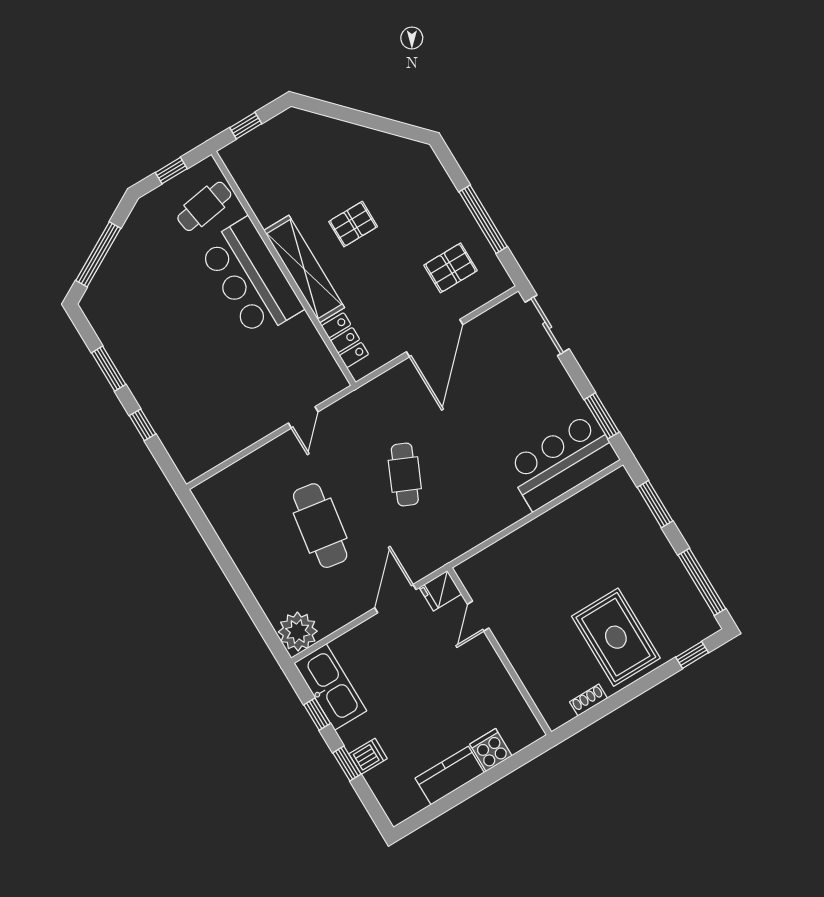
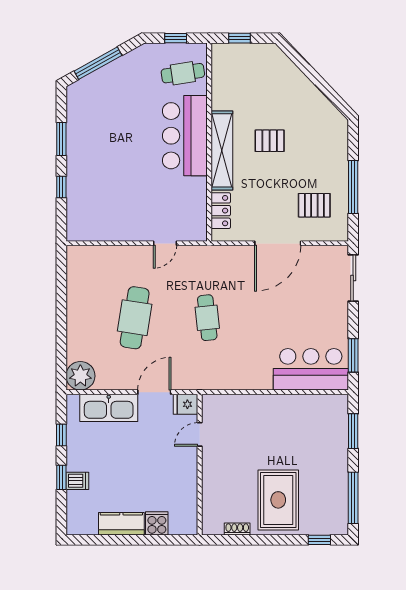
cafe table: (405, 475) -> (207, 318), turned -30
kitchen sink: (330, 687) -> (109, 408), moved, turned 90

